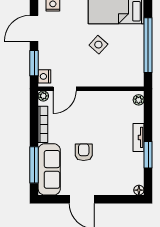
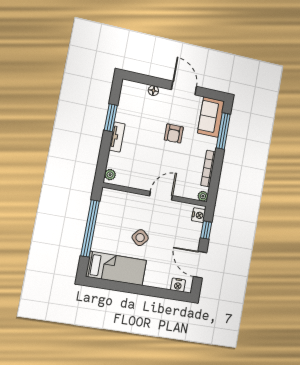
door: (34, 28) -> (200, 265), swing flipped
window: (34, 63) -> (206, 230), width x0.67
door: (65, 89) -> (161, 196), moved
sofa: (49, 169) -> (211, 117), width x0.73
floor lamp: (139, 190) -> (153, 91), moved

